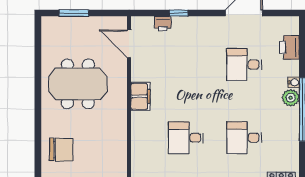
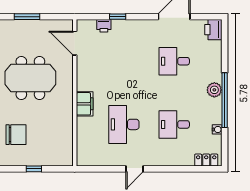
printer: (289, 47) -> (213, 30), moved
water cooler: (294, 82) -> (217, 129), moved
filing cabinet: (140, 96) -> (85, 104), moved
desk: (186, 138) -> (124, 124), width x1.37

